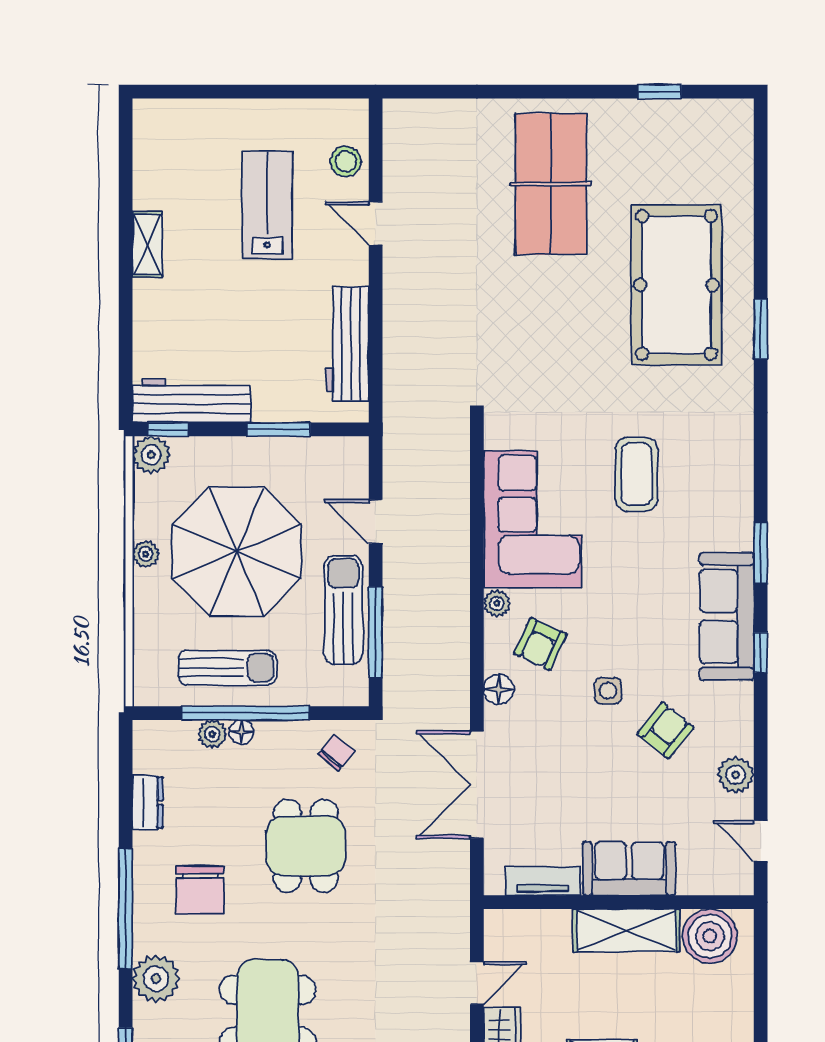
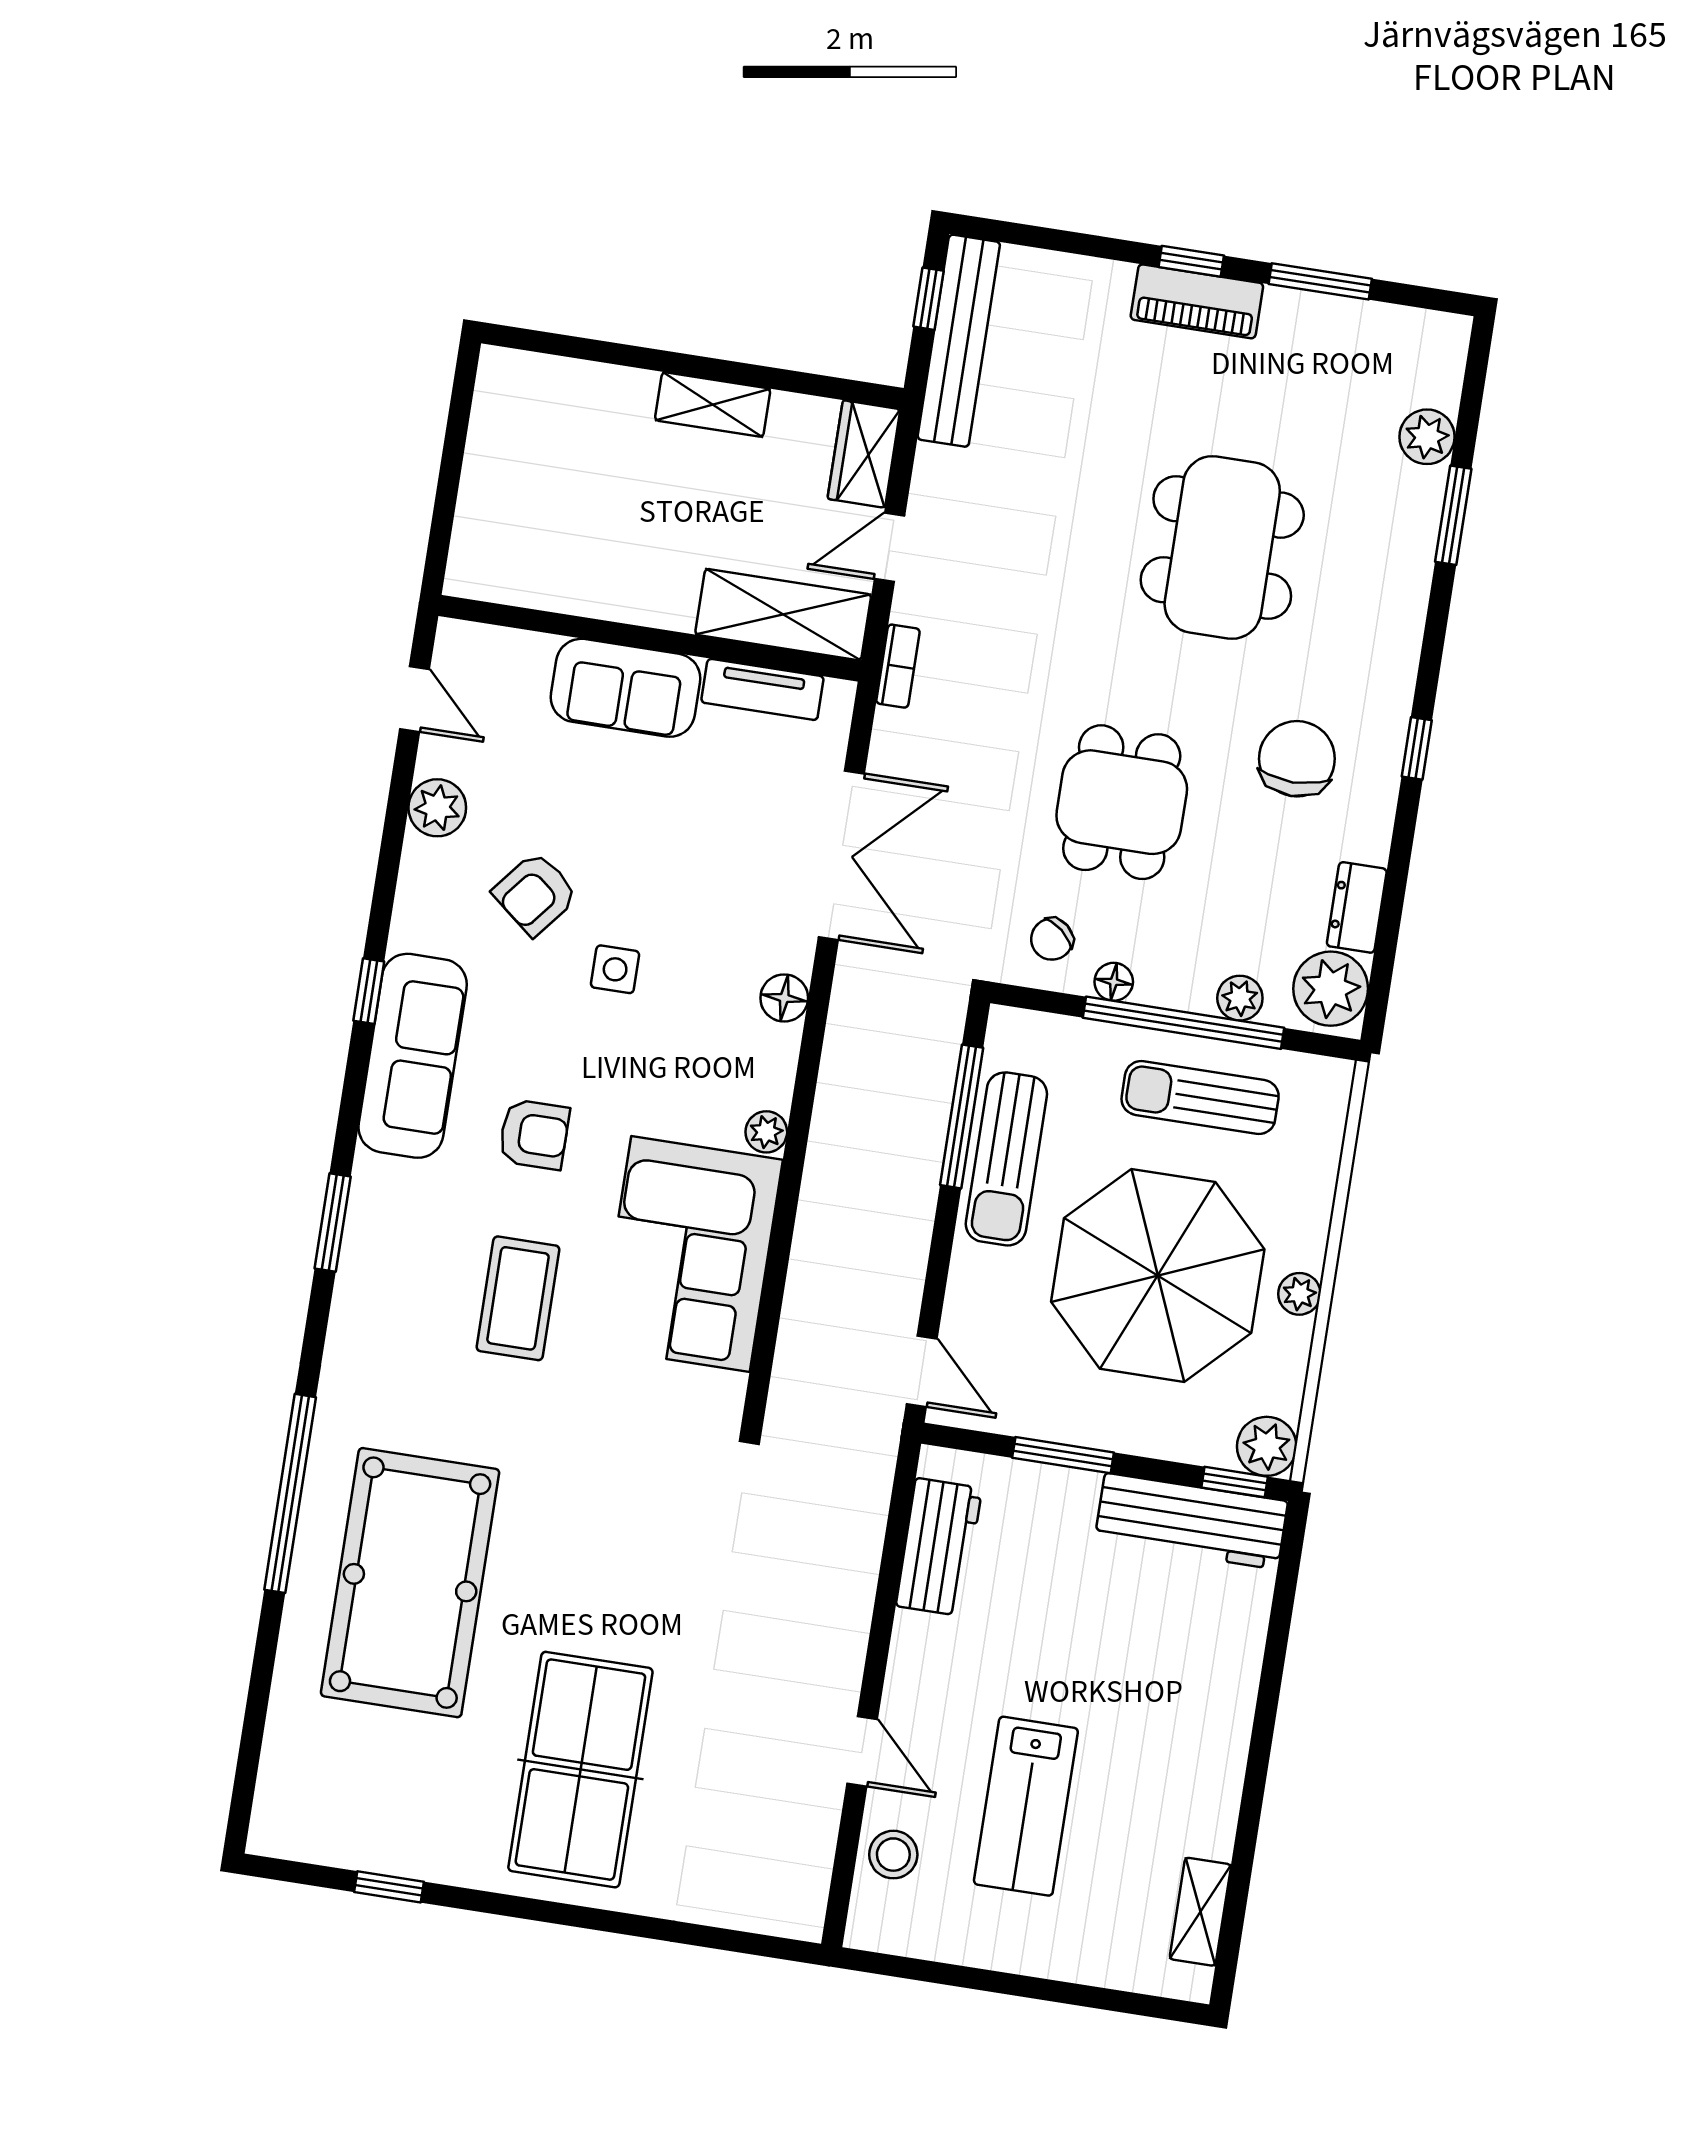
shelving: (147, 244) -> (1200, 1912), moved
window: (761, 329) -> (290, 1493), width x2.11
workbench: (347, 344) -> (939, 1547), width x0.73
door: (376, 522) -> (922, 1371), moved
window: (761, 553) -> (333, 1223), moved
armchair: (540, 644) -> (534, 1134), moved, turned 65
floor lamp: (241, 732) -> (1114, 982), moved
window: (126, 909) -> (1417, 748), width x0.32
bookcase: (460, 909) -> (898, 666), added
shelving: (626, 930) -> (783, 615), moved
boiler: (710, 936) -> (517, 563), removed
plant: (156, 979) -> (1331, 989), moved

